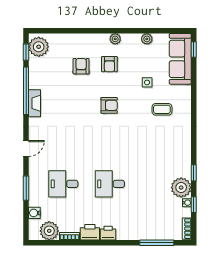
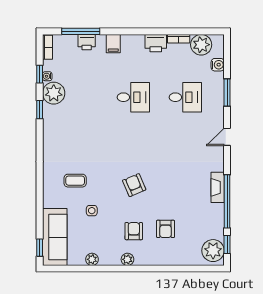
armchair: (109, 105) -> (134, 185), turned 67
filing cabinet: (128, 232) -> (113, 44), added
printer: (108, 233) -> (87, 42), moved

